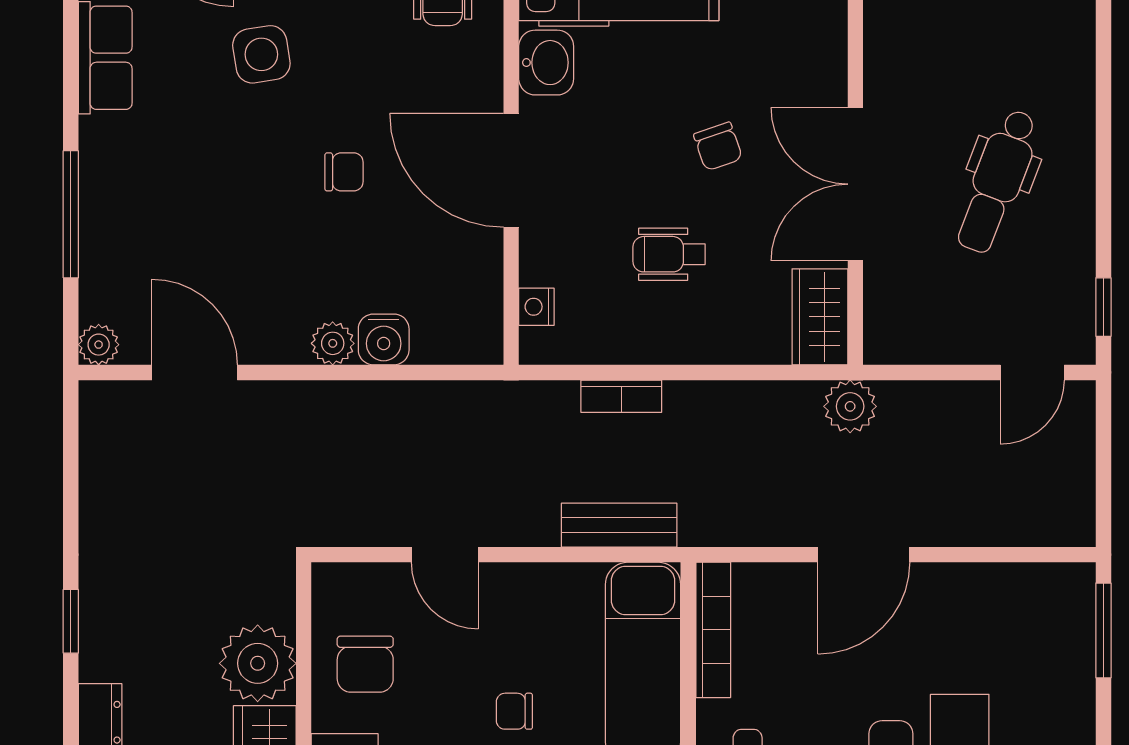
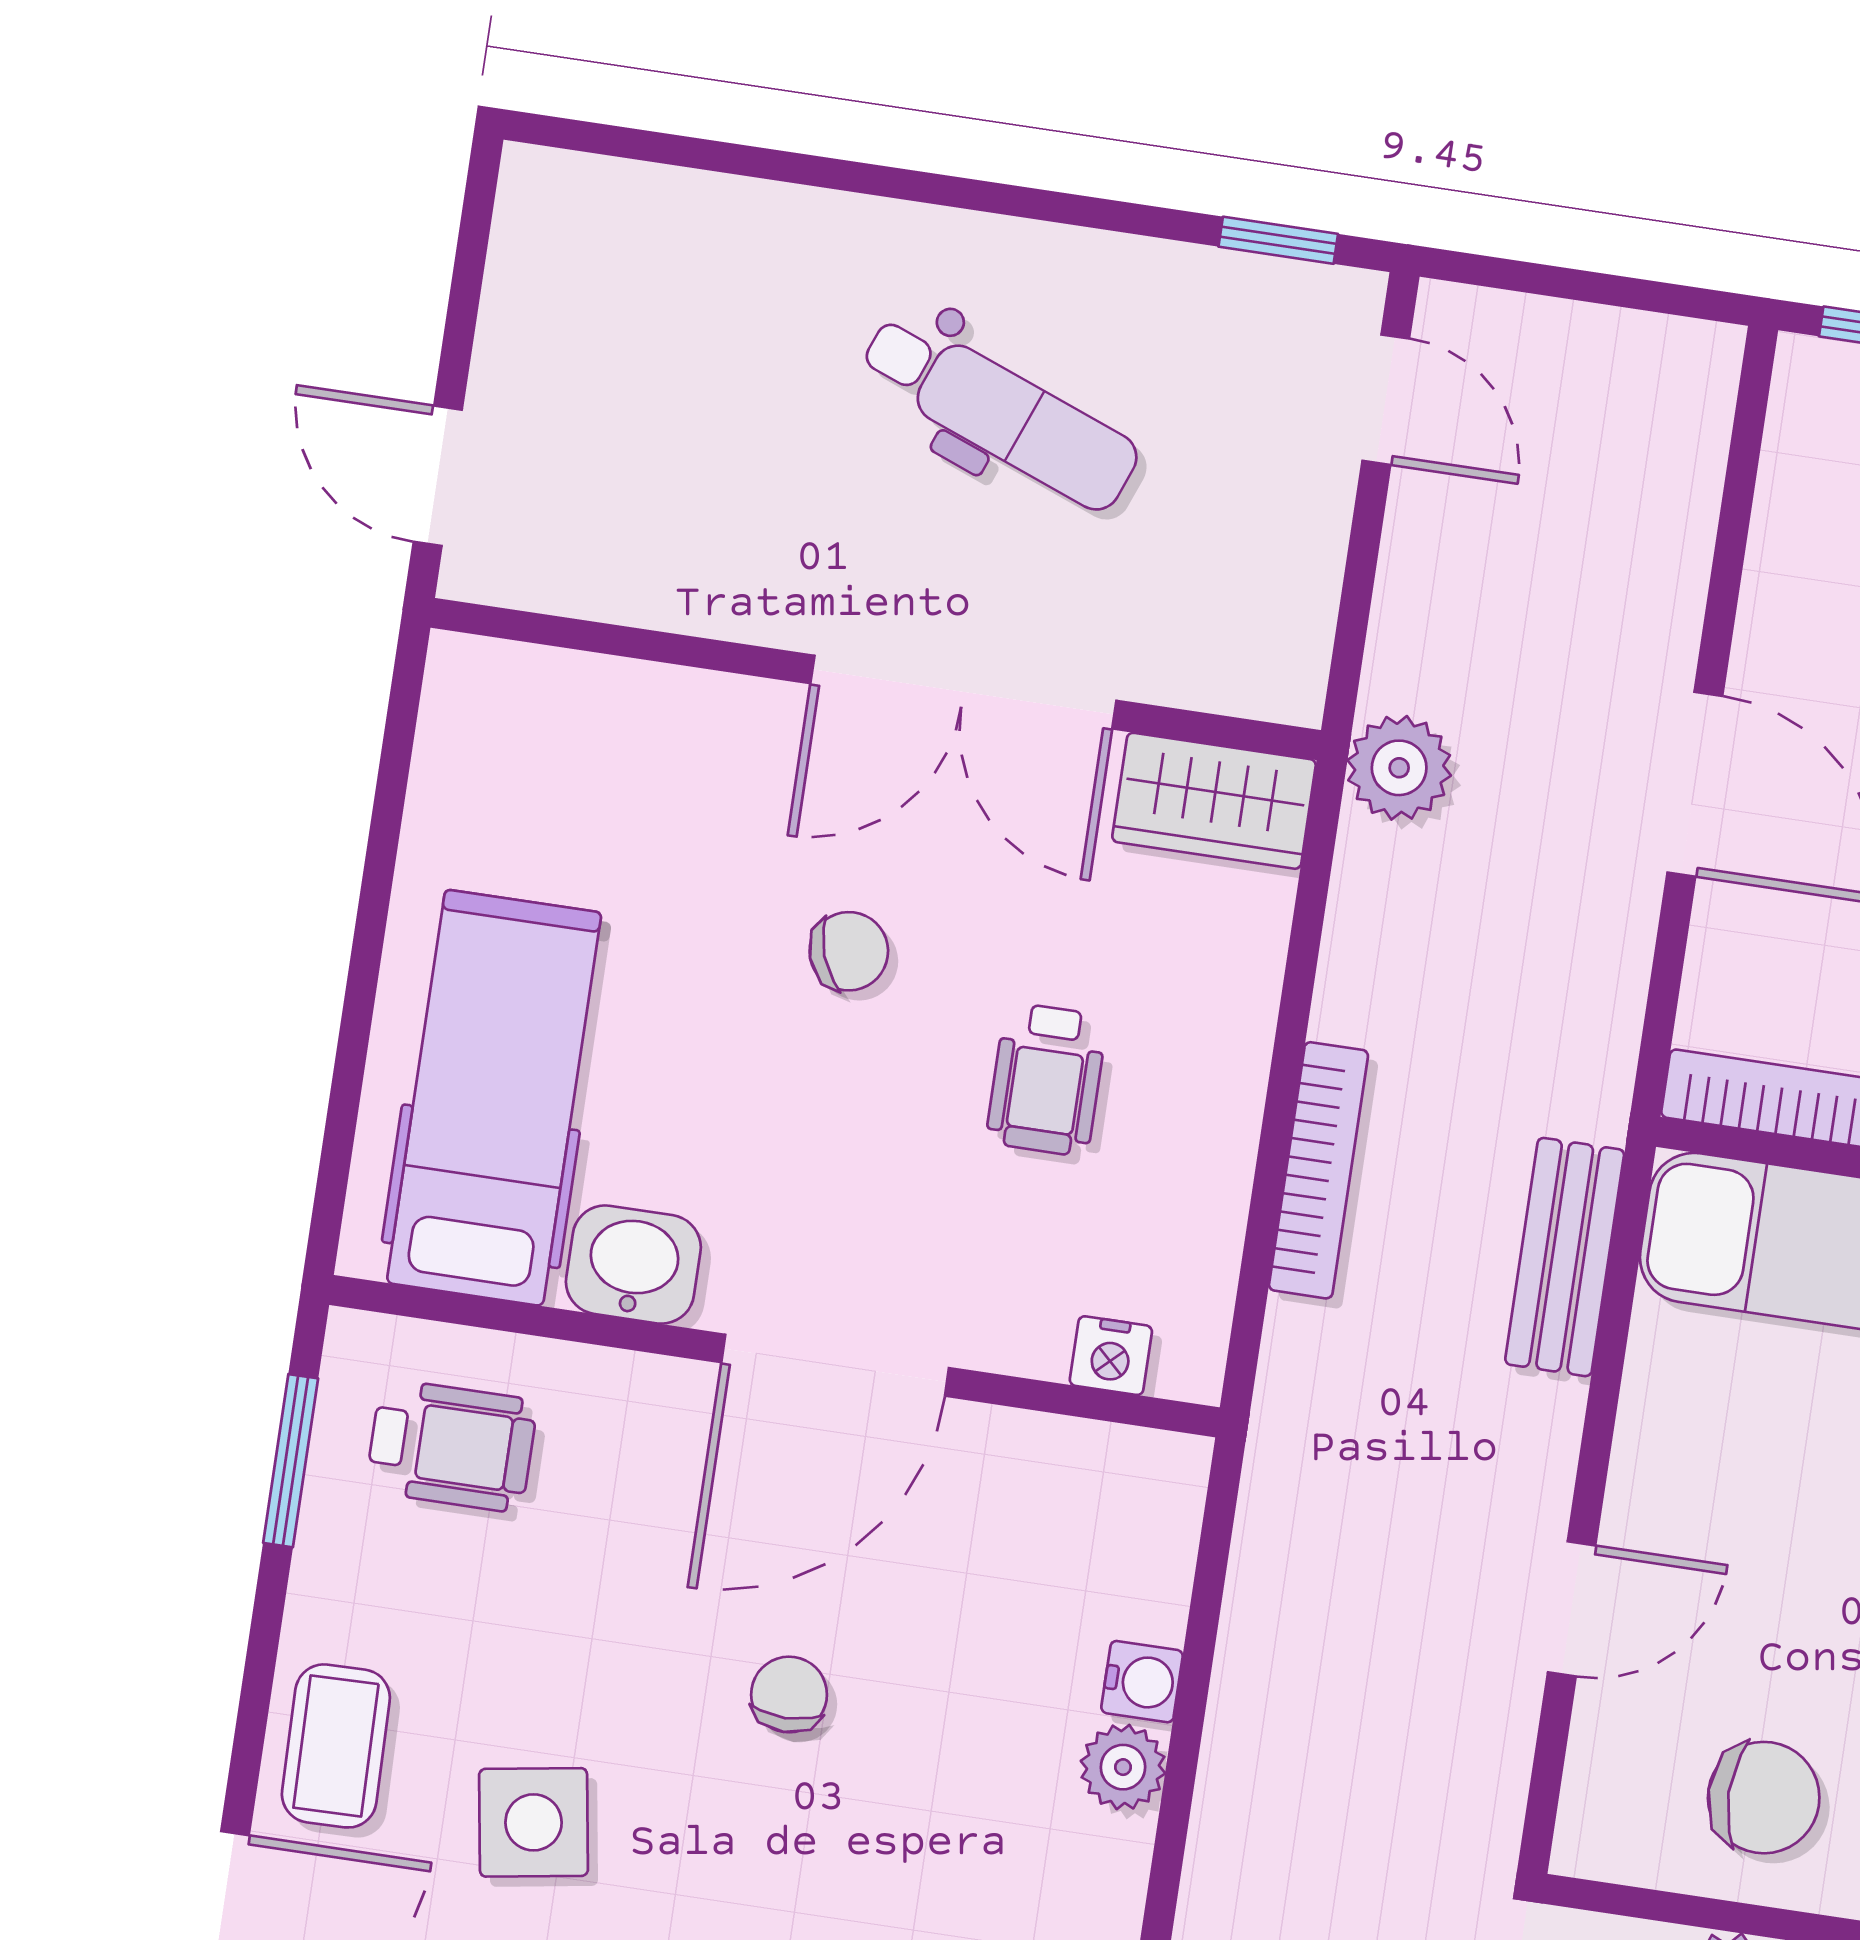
water cooler: (384, 339) -> (1142, 1682), width x0.72, depth x0.72
bookcase: (621, 396) -> (1318, 1170), width x1.56

